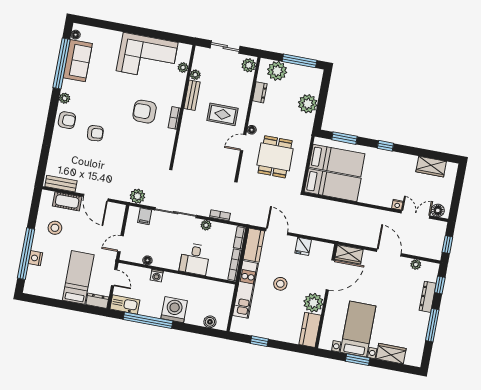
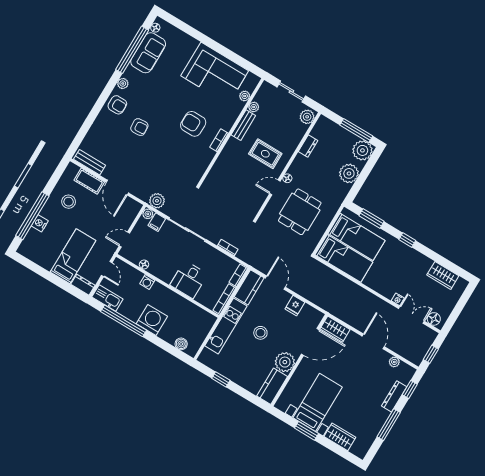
plant: (277, 71) -> (362, 150), moved
plant: (206, 225) -> (148, 214), moved

